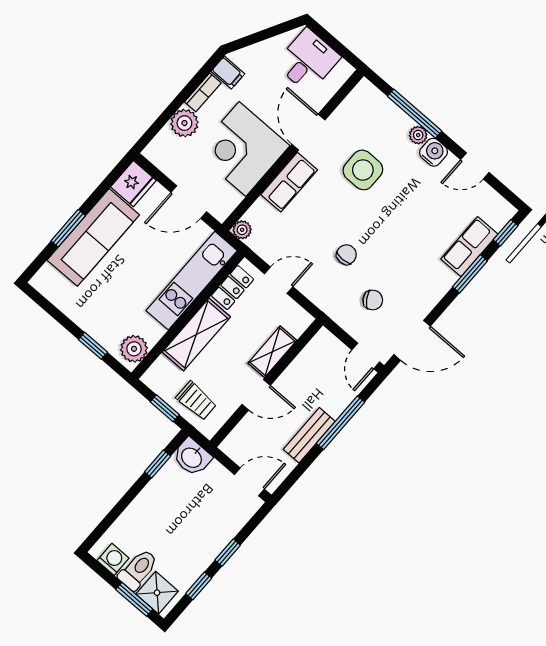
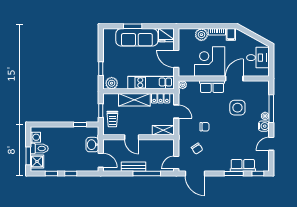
door: (475, 166) -> (271, 144), hinge flipped
shelving: (272, 352) -> (163, 130), moved
washbasin: (192, 457) -> (92, 145), moved

